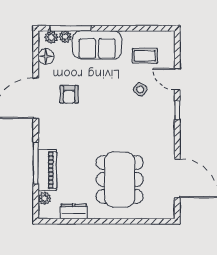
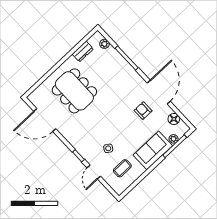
plant: (51, 37) -> (181, 132), removed
door: (177, 79) -> (94, 172), swing flipped
piano: (47, 170) -> (117, 60), removed

